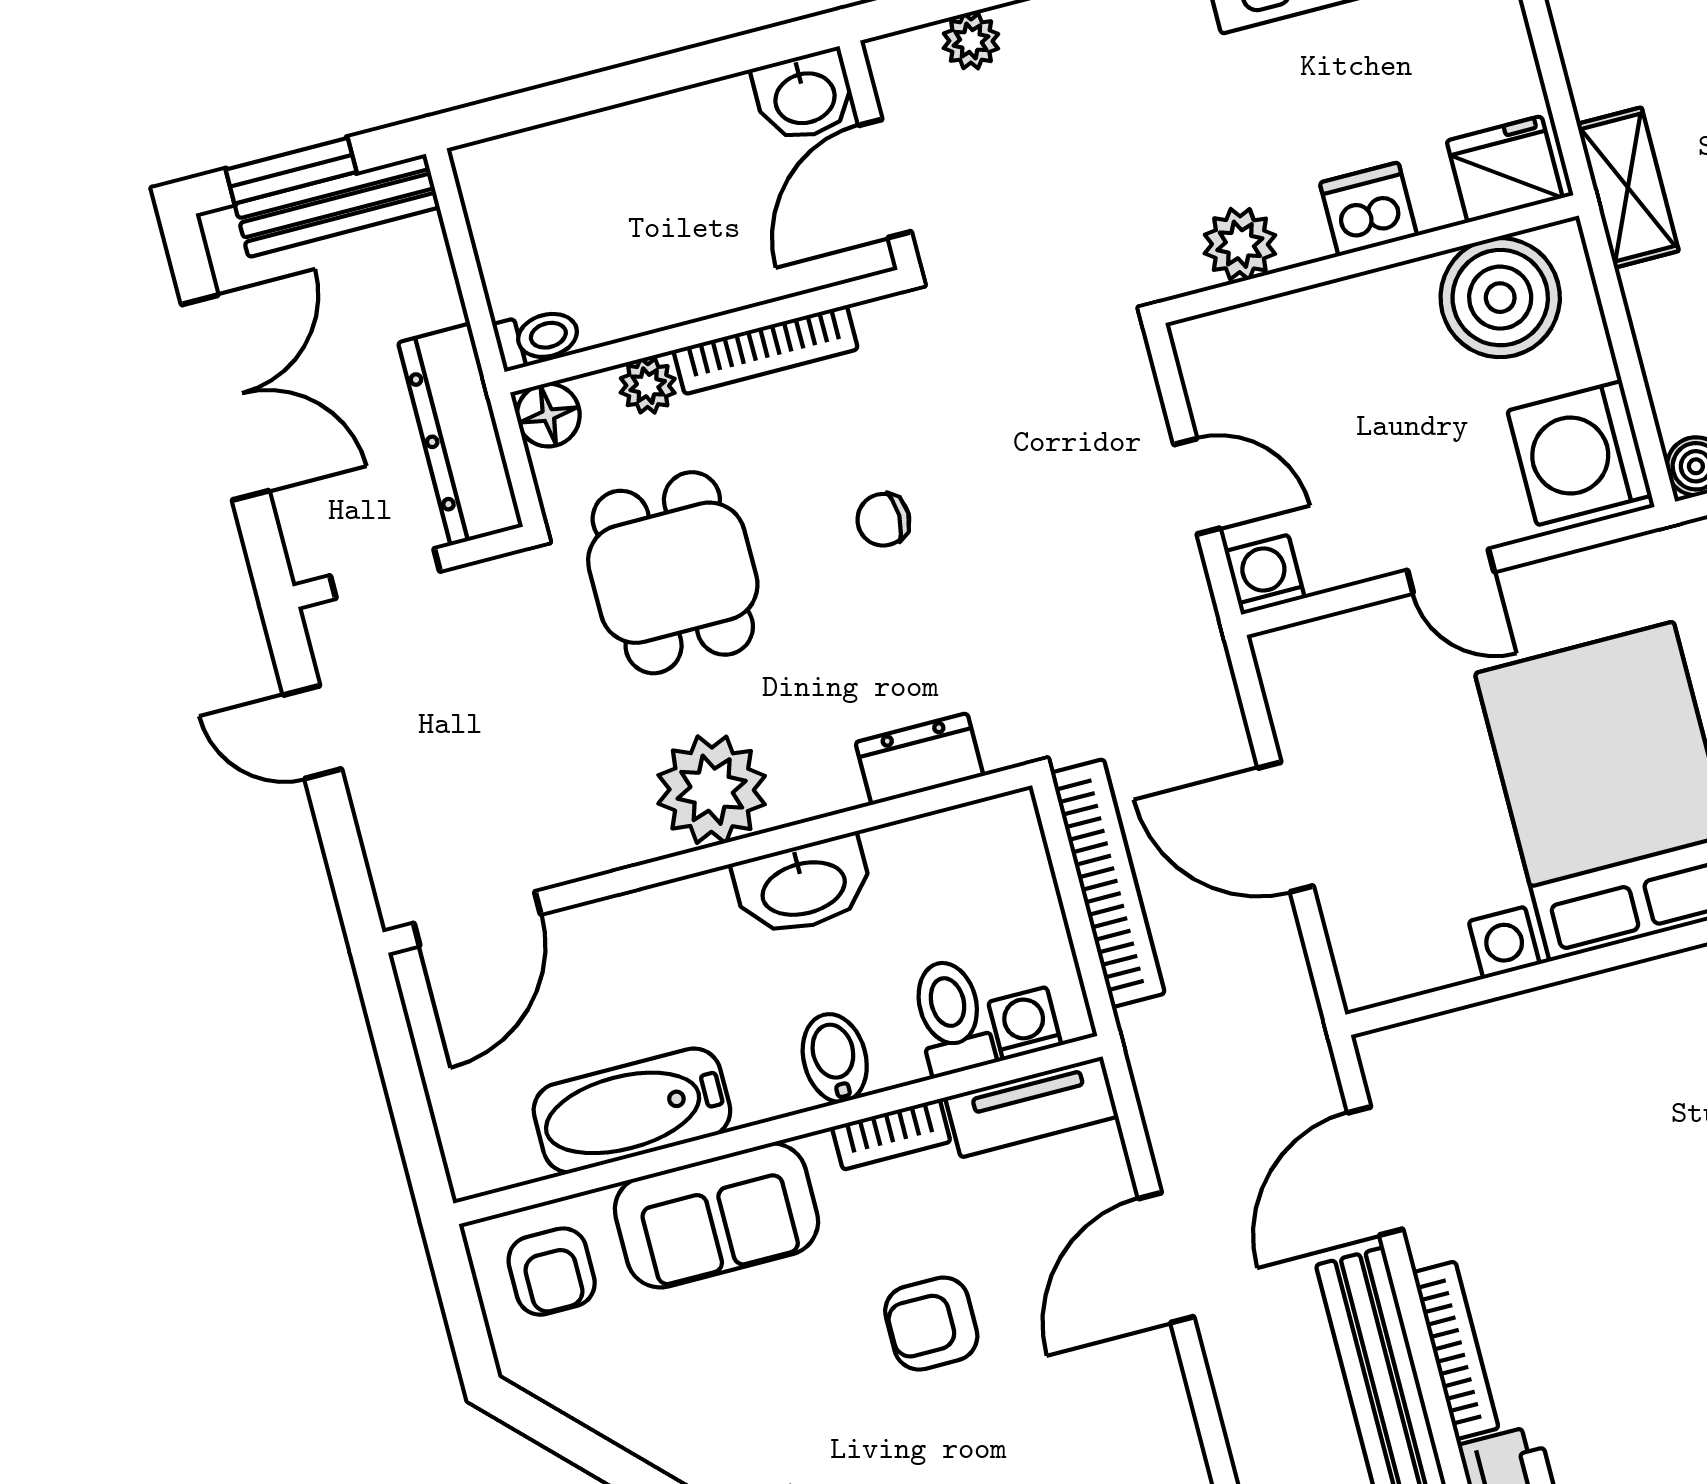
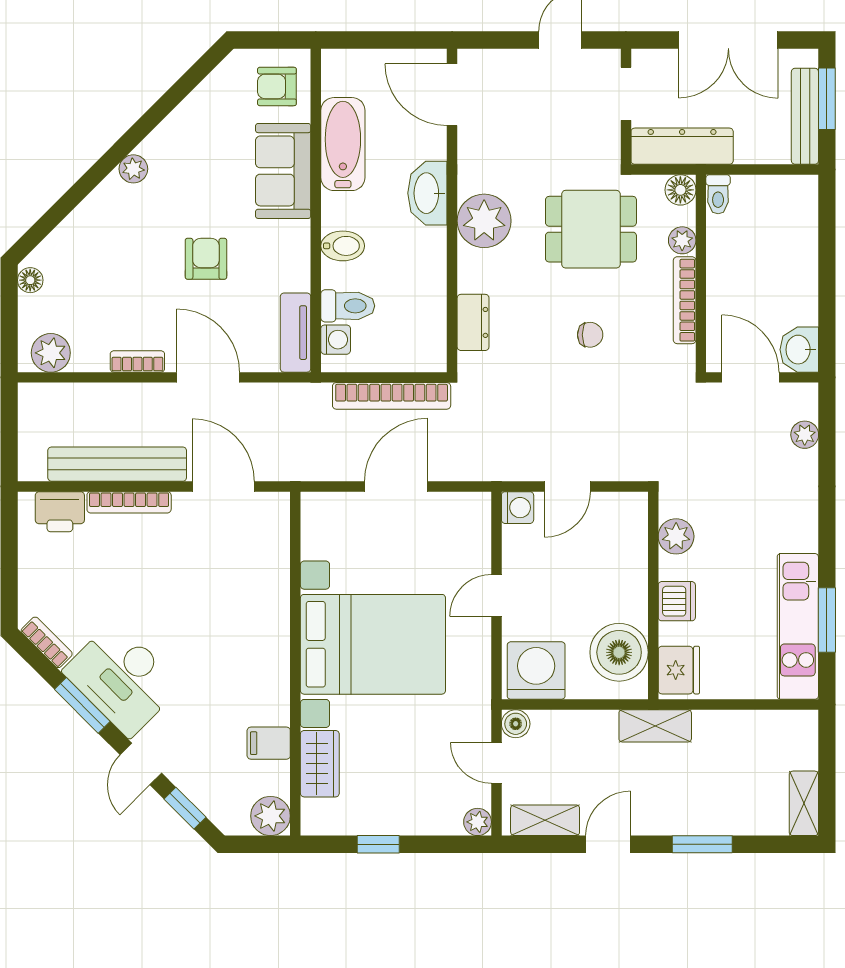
chair: (883, 520) -> (590, 335), turned 90
washbasin: (803, 886) -> (427, 193), moved
bookcase: (891, 1134) -> (137, 361), moved, turned 90

